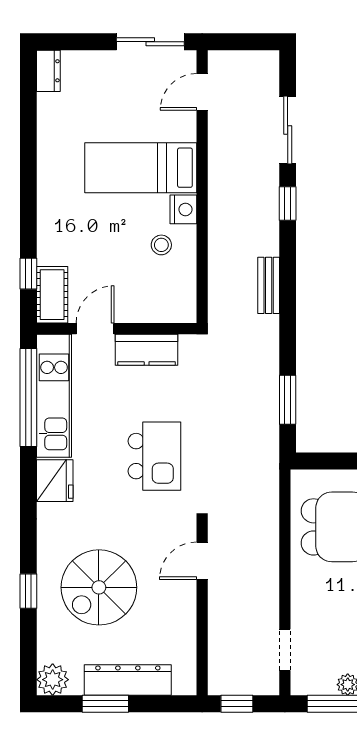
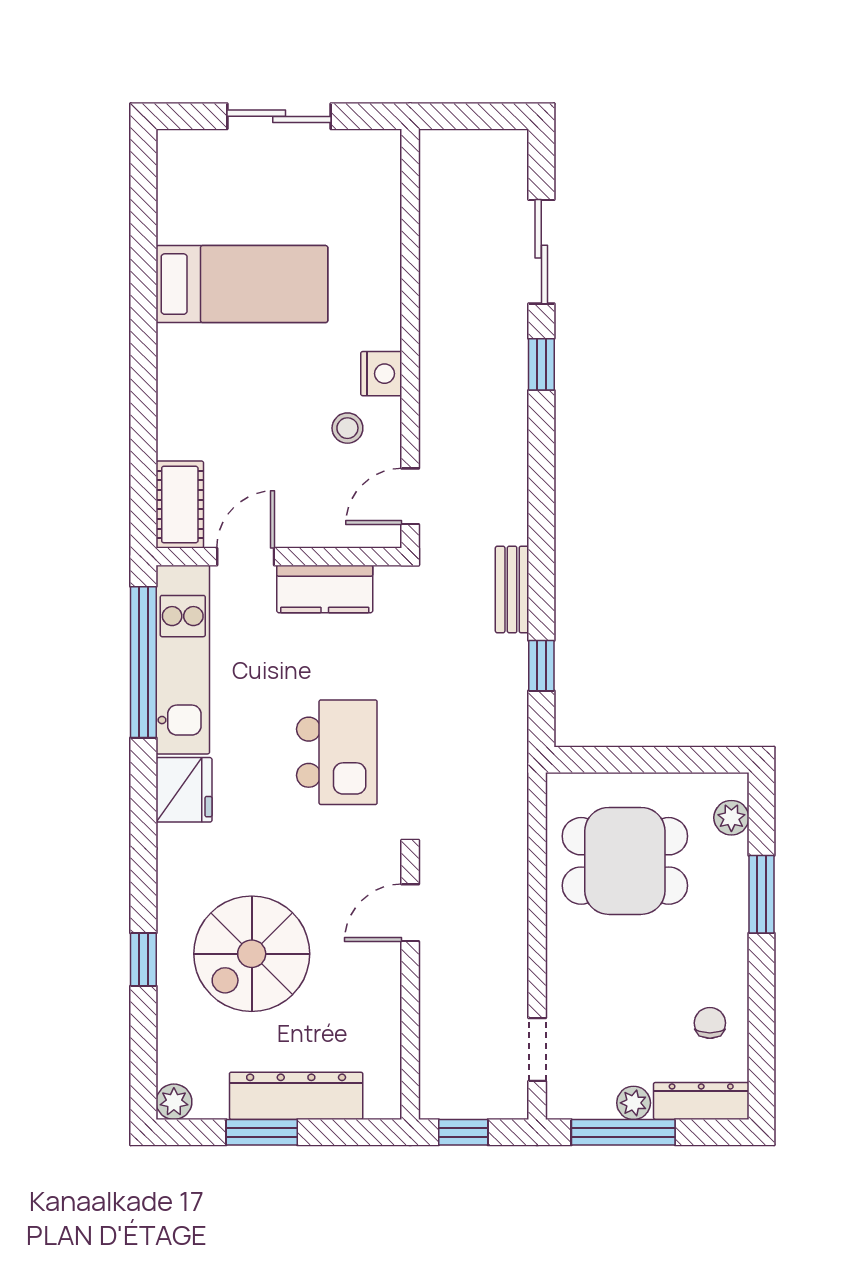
sliding door: (150, 42) -> (279, 116), moved
dresser: (48, 71) -> (174, 161), removed
door: (202, 92) -> (410, 496), moved
bed: (141, 168) -> (242, 284), moved, turned 180
window: (28, 274) -> (143, 472), removed
bench: (269, 285) -> (512, 589), moved
window: (288, 400) -> (541, 666), width x0.67
plant: (53, 680) -> (174, 1102), width x0.73, depth x0.73

